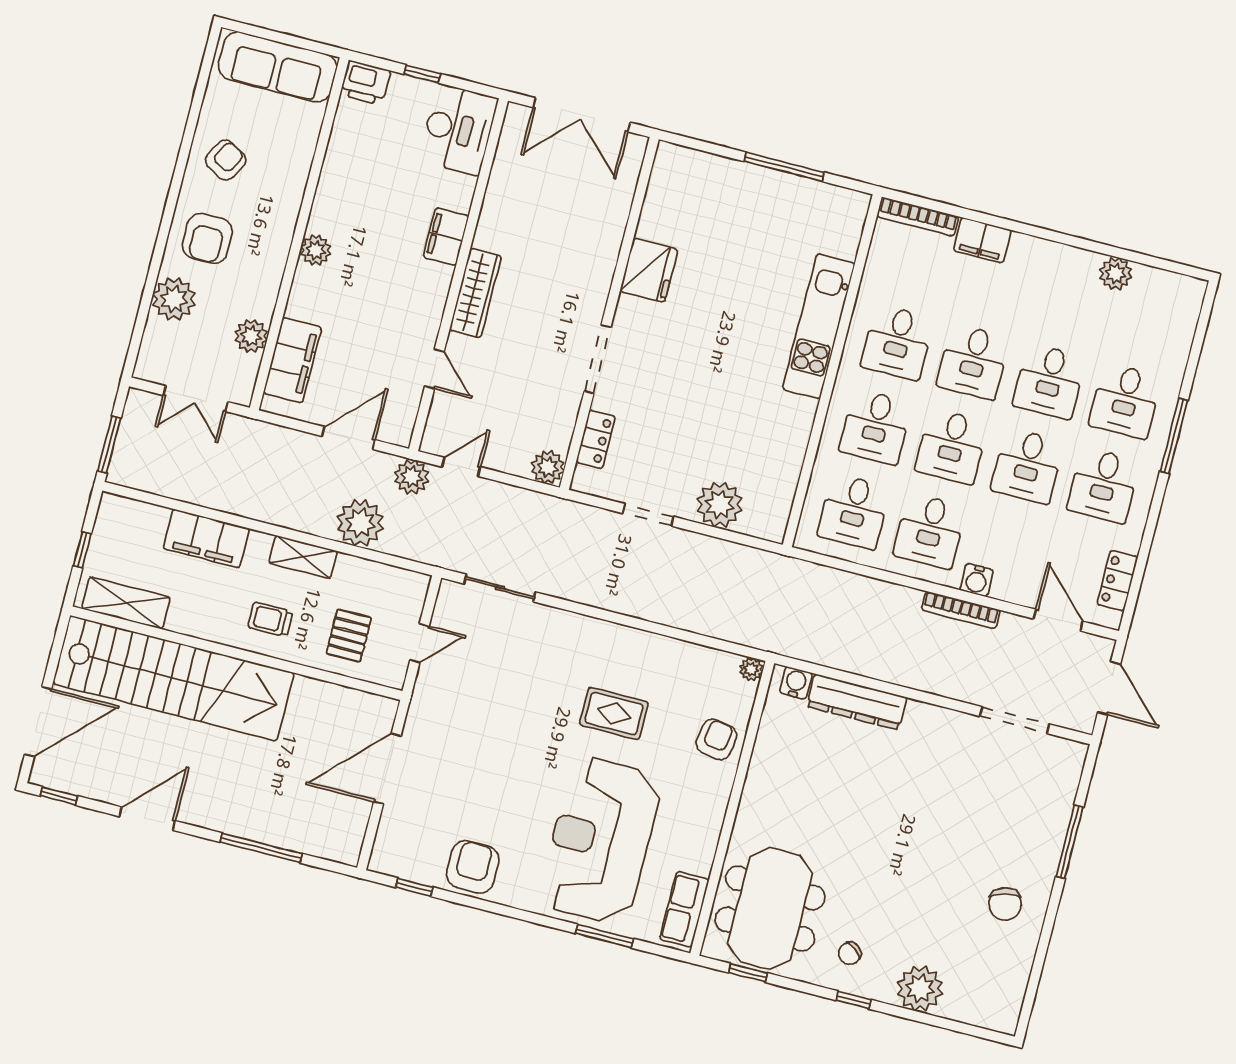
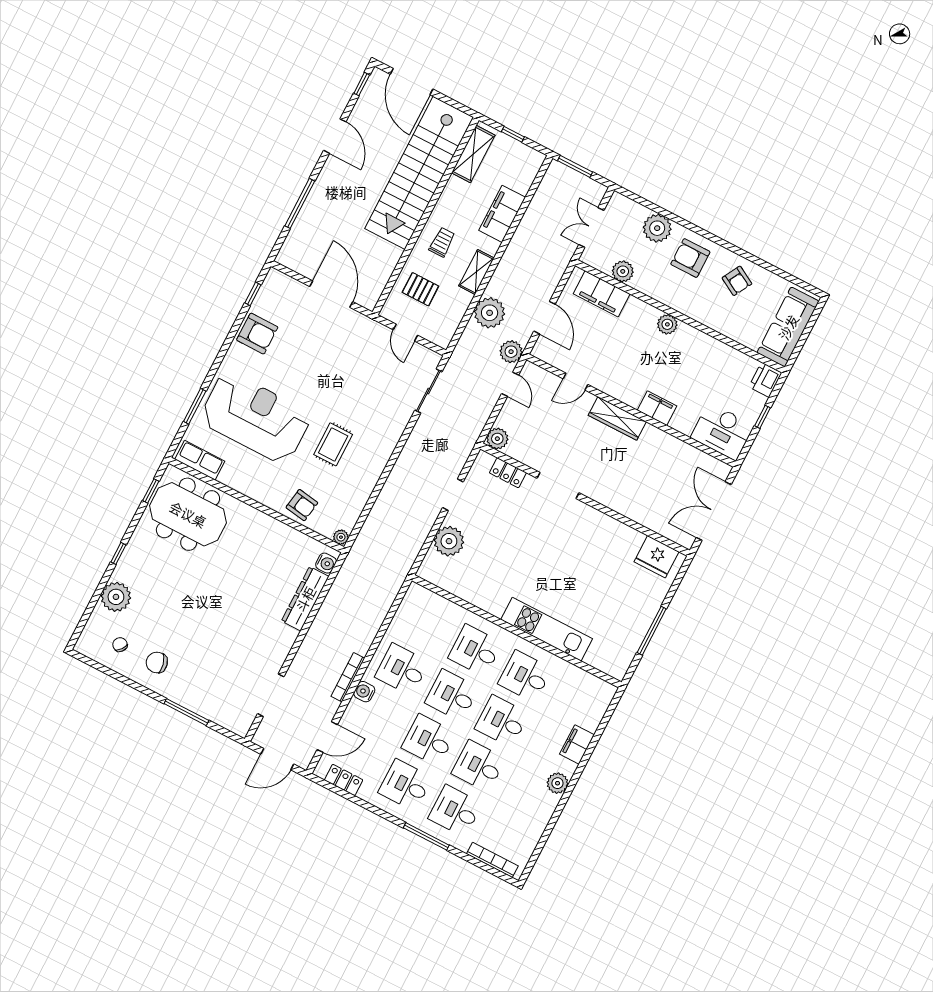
bookcase: (918, 216) -> (492, 860), moved, turned 90
fridge: (649, 270) -> (656, 557), moved
plant: (1116, 274) -> (557, 783), moved
desk: (854, 511) -> (425, 624), removed
chair: (850, 953) -> (120, 645), moved

